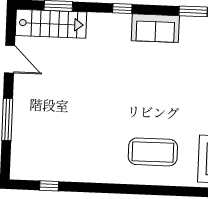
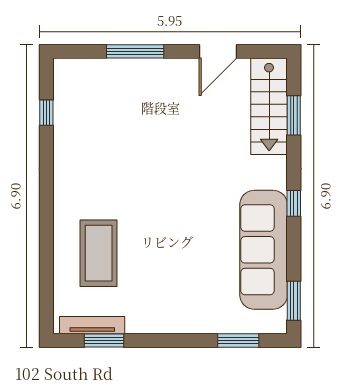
sofa: (155, 28) -> (264, 250), width x1.85, depth x1.27

